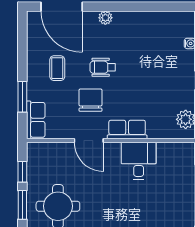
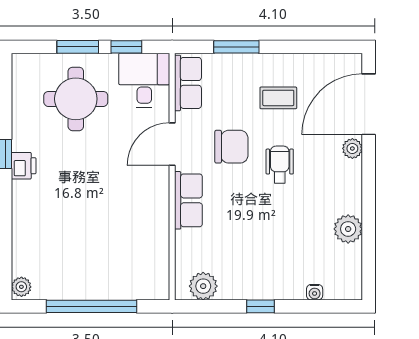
plant: (105, 18) -> (352, 148), moved
plant: (147, 21) -> (348, 229), added
row of seats: (36, 120) -> (188, 83), moved, turned -90
desk: (139, 161) -> (144, 80), moved, turned -90

